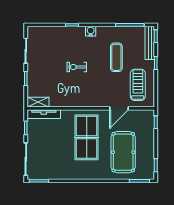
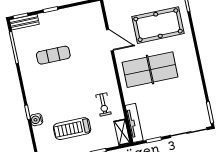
water cooler: (91, 31) -> (36, 120), moved
bench: (150, 43) -> (24, 22), width x0.73
exercise bike: (77, 67) -> (103, 105), moved
treadmill: (138, 85) -> (72, 129), moved

